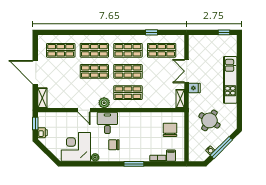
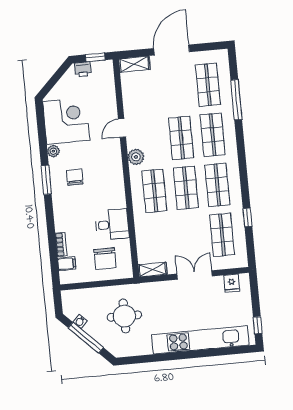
window: (72, 32) -> (236, 100), added
kitchen unit: (230, 80) -> (200, 340), width x1.36
fridge: (194, 88) -> (232, 283), moved
round table: (209, 120) -> (124, 316), turned -32
desk: (107, 123) -> (112, 224), moved
chair: (170, 130) -> (105, 259), turned 90
window: (134, 164) -> (46, 180), moved

